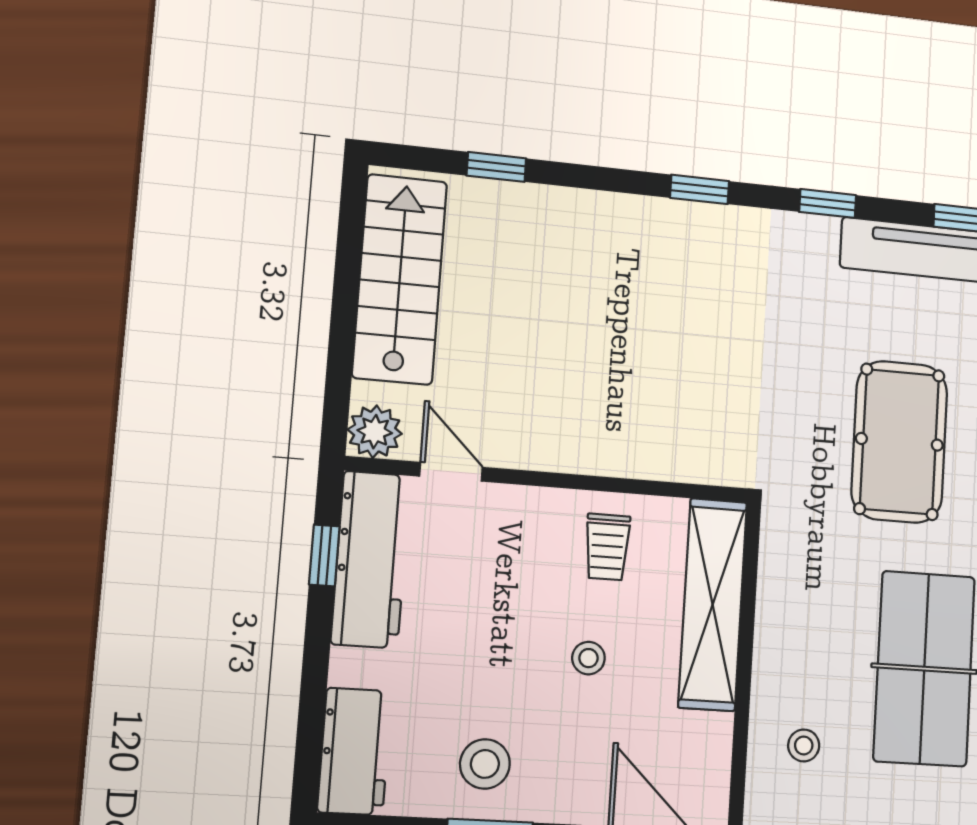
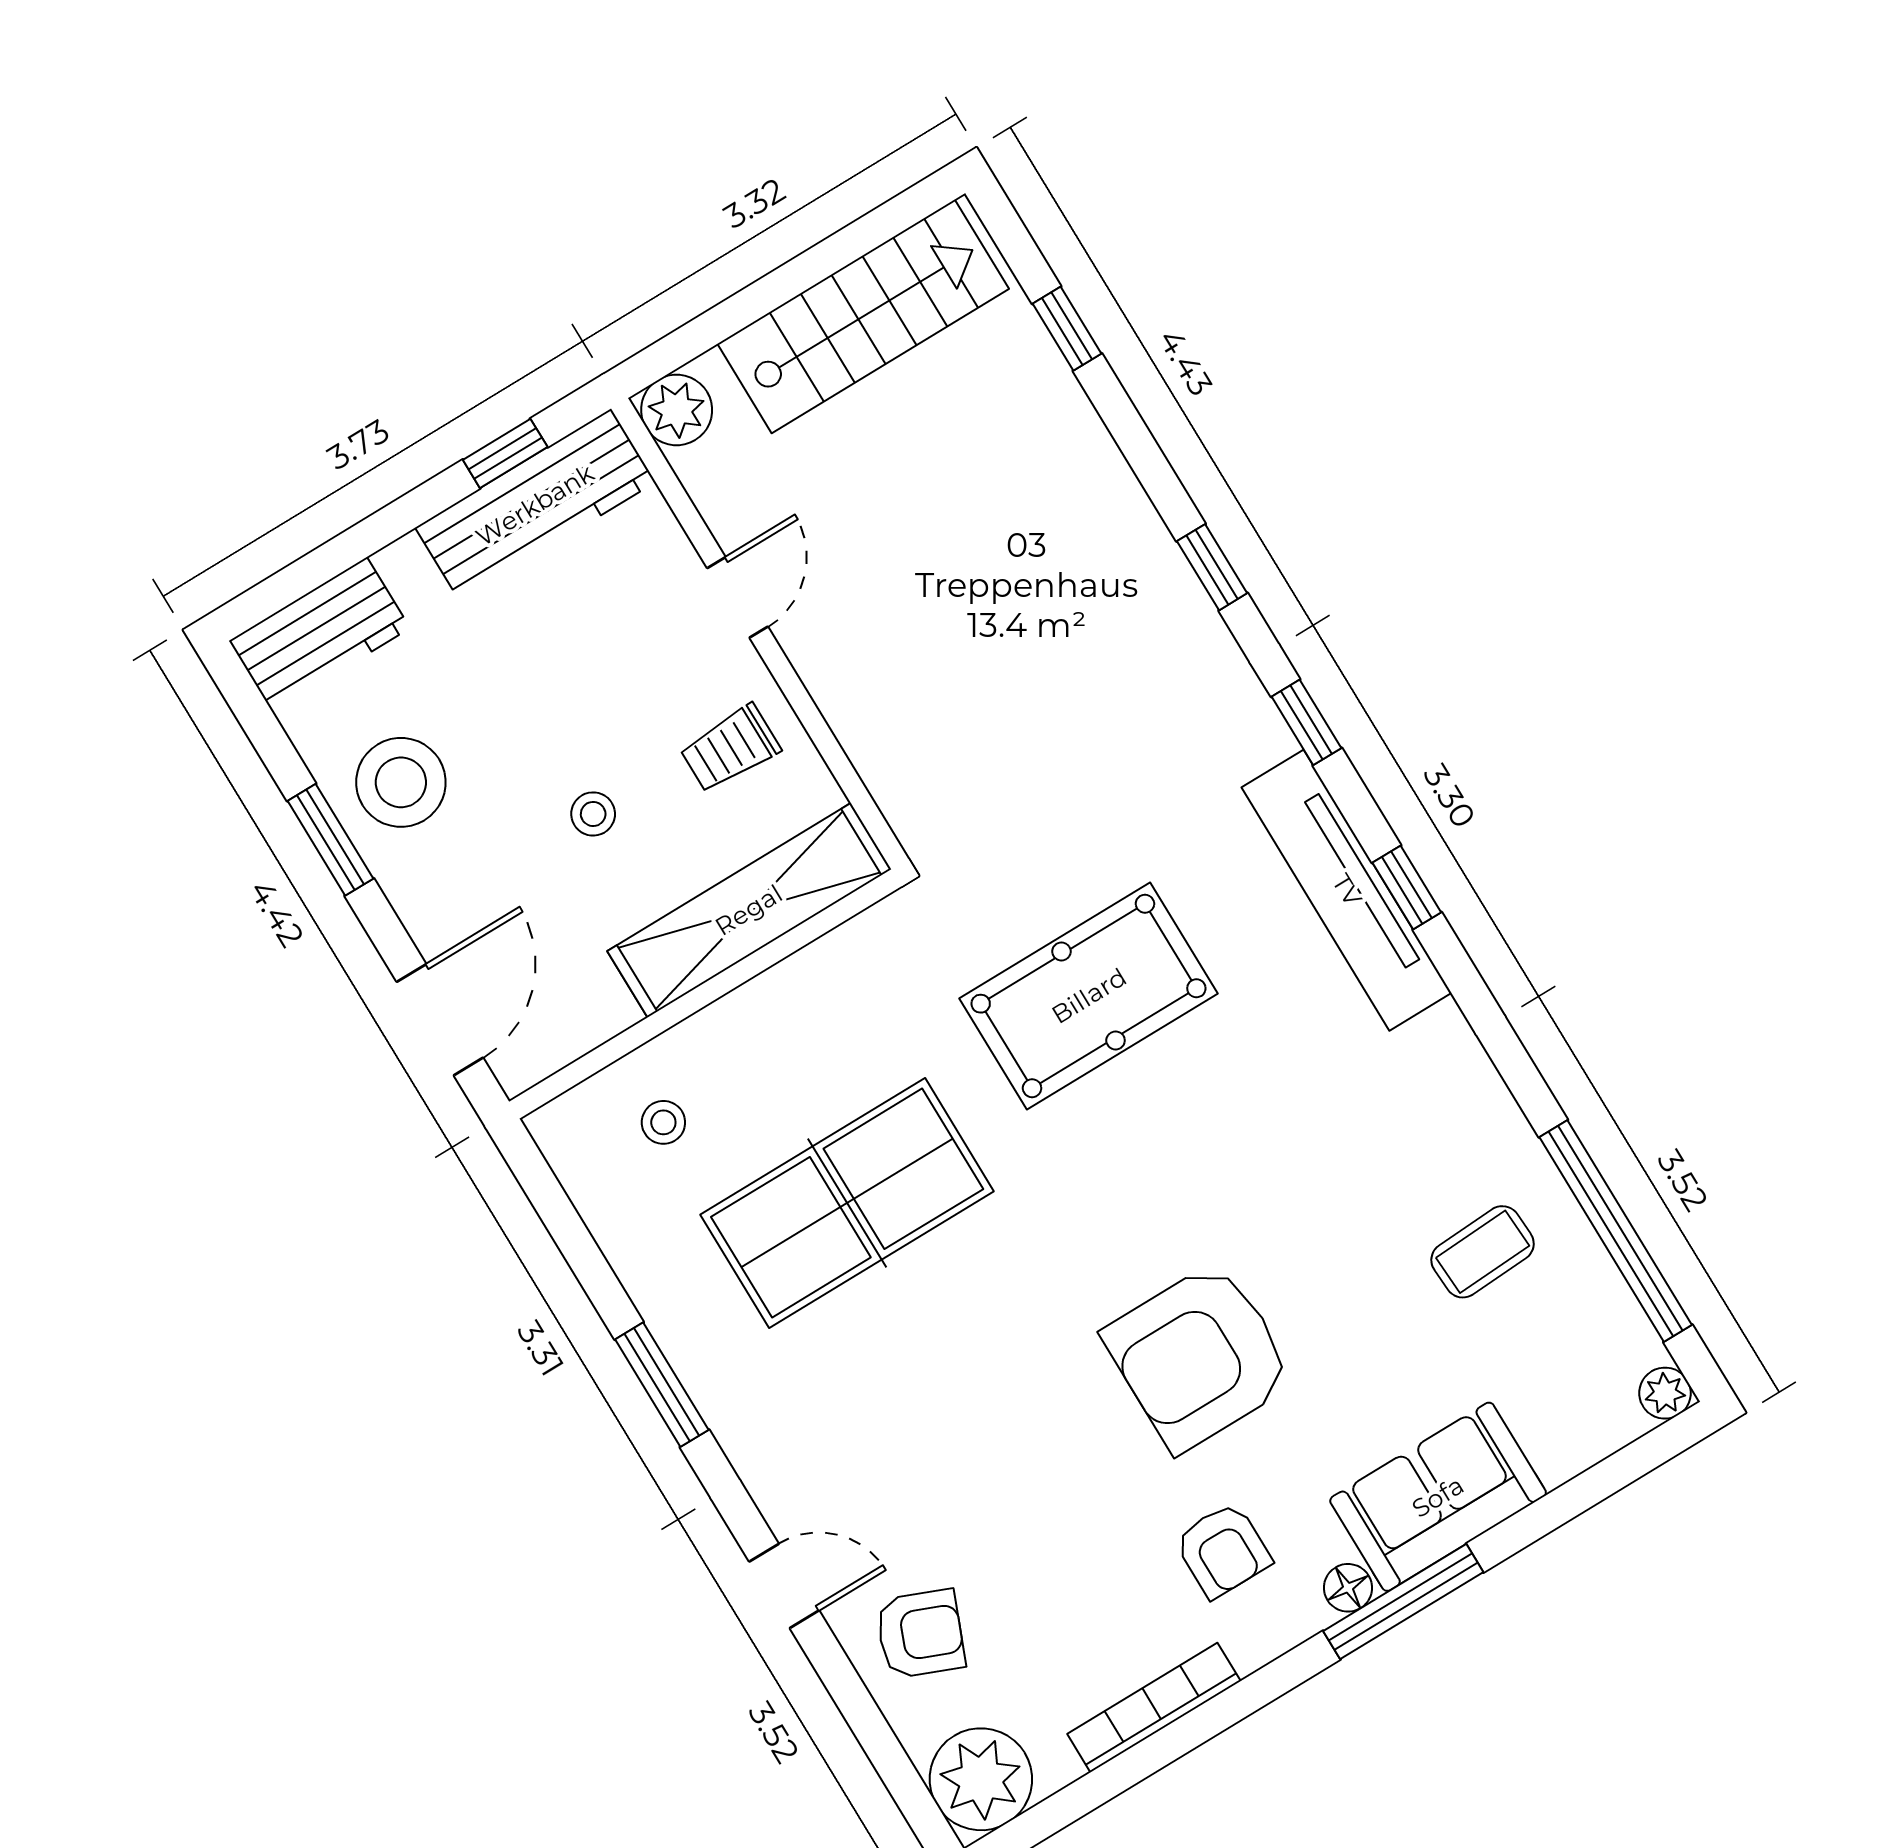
door: (451, 472) -> (738, 597), moved
stool: (485, 764) -> (401, 782), width x1.38, depth x1.38

